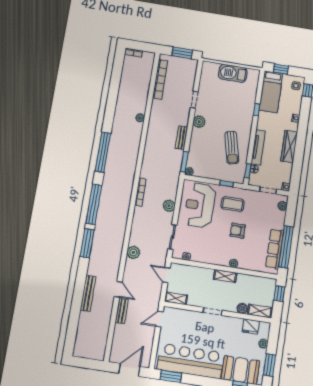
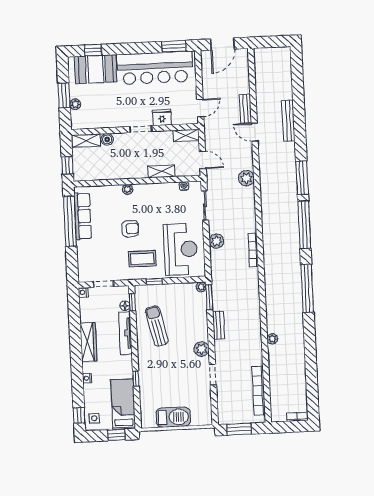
plant: (282, 206) -> (83, 269), removed
shelving: (225, 276) -> (161, 171), moved
fridge: (251, 326) -> (162, 118), moved
window: (269, 365) -> (64, 95), moved

